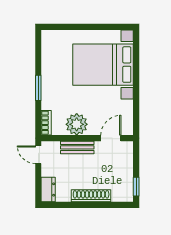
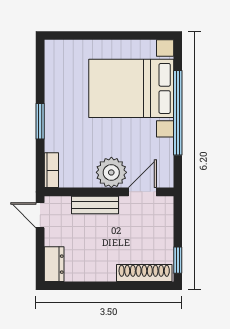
window: (136, 82) -> (178, 113), added
plant: (77, 124) -> (111, 172), moved
shoe rack: (91, 196) -> (144, 273), moved

